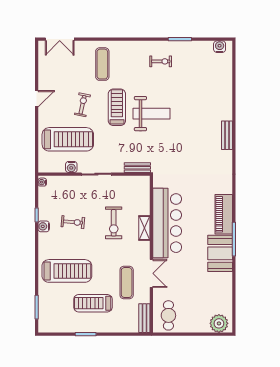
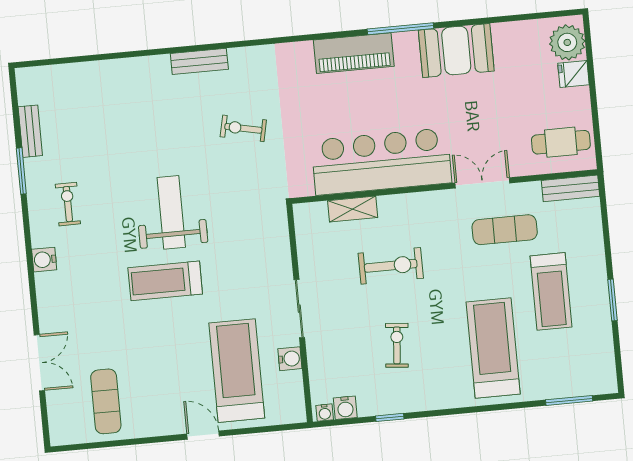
double door: (60, 39) -> (39, 363), moved
water cooler: (220, 47) -> (44, 260), moved
exercise mat: (102, 64) -> (106, 401), moved, turned 90
door: (37, 99) -> (203, 435), moved
exercise bike: (82, 105) -> (243, 128), moved
bench: (137, 168) -> (30, 131), moved
water cooler: (44, 226) -> (345, 408), moved
shelving: (144, 228) -> (353, 209), moved
booth: (220, 253) -> (456, 51), moved
fridge: (203, 325) -> (573, 74), added

